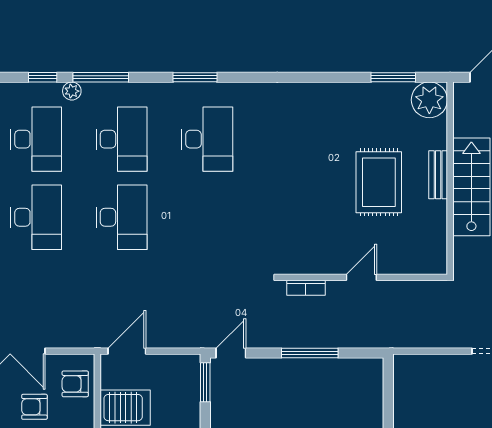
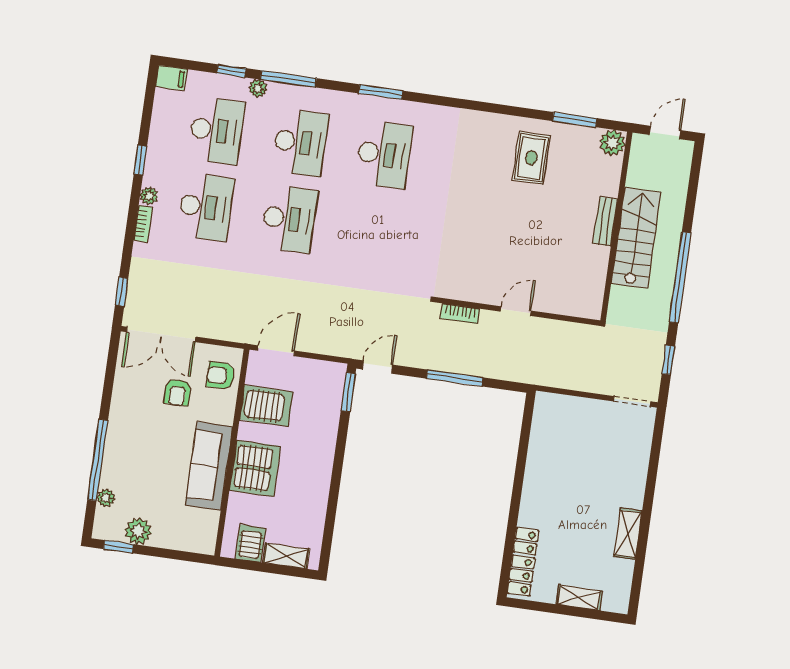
plant: (429, 100) -> (612, 143), width x0.73, depth x0.73
rug: (379, 182) -> (531, 158), moved, width x0.73, depth x0.70
armchair: (34, 407) -> (177, 392), turned -90

